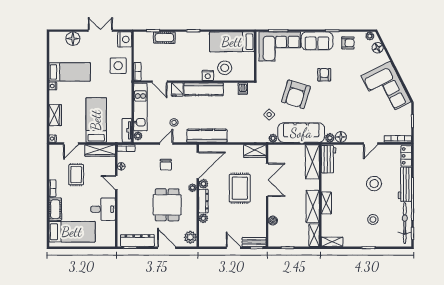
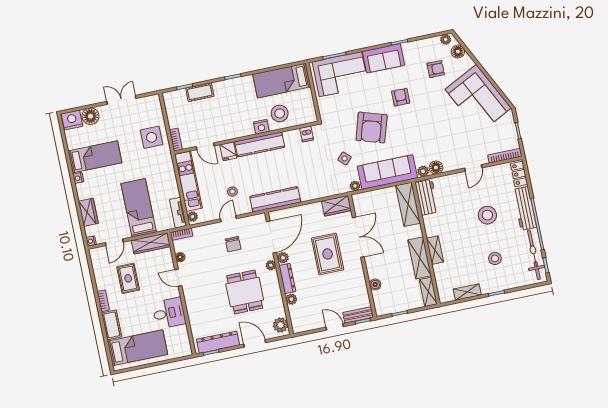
nightstand: (125, 39) -> (72, 120), moved, turned -90
armchair: (348, 43) -> (436, 69), moved
shelving: (332, 242) -> (467, 292), moved

